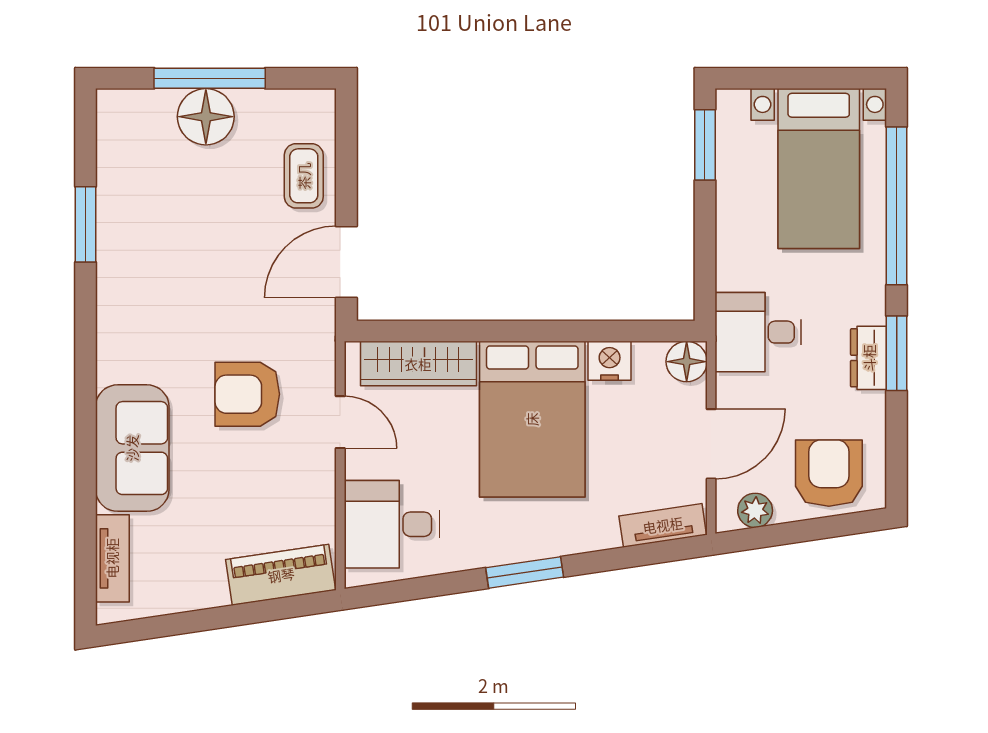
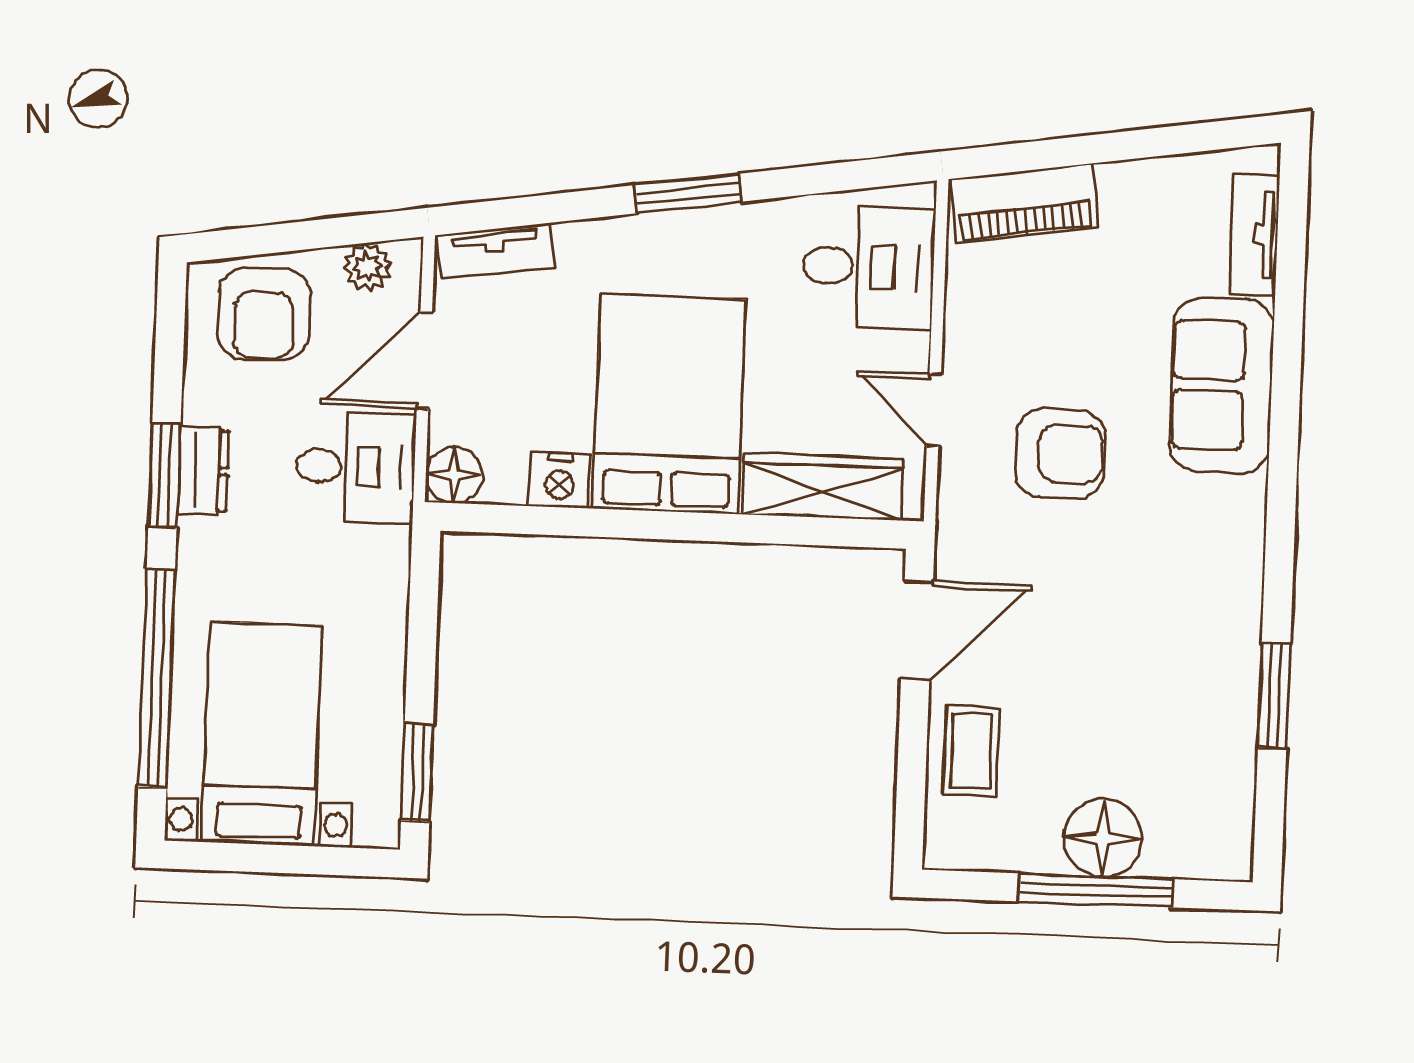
desk: (758, 332) -> (356, 467), moved

